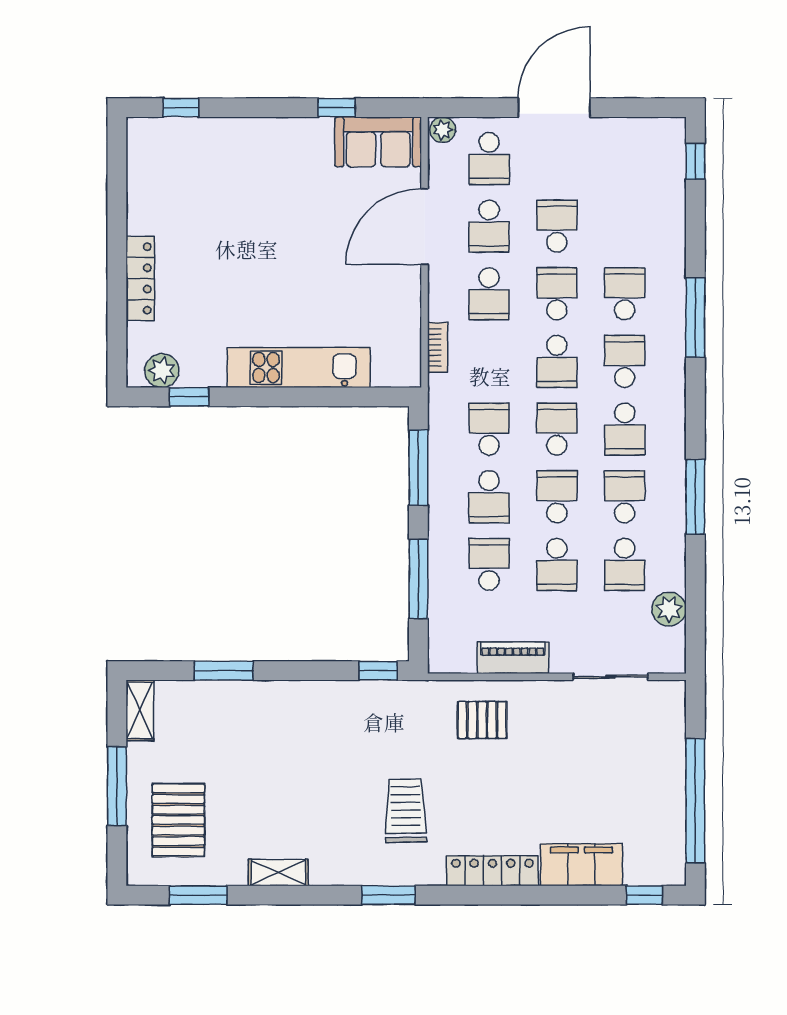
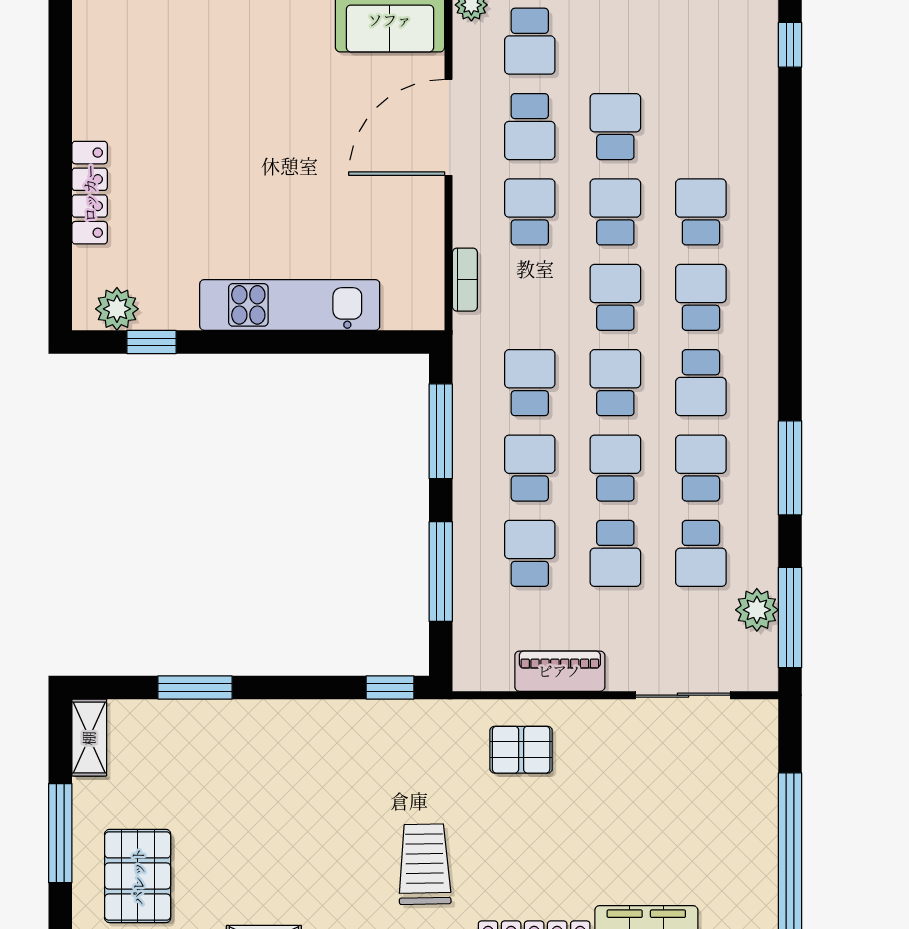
school desk: (489, 294) -> (530, 212), turned 180
window: (695, 318) -> (790, 617), moved
school desk: (557, 361) -> (615, 297), turned 180
school desk: (489, 497) -> (530, 468), turned 180

